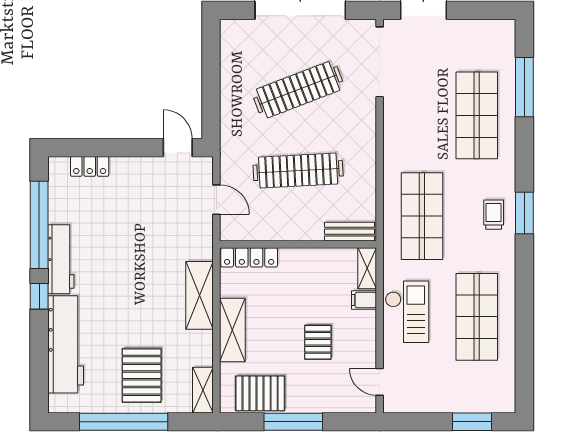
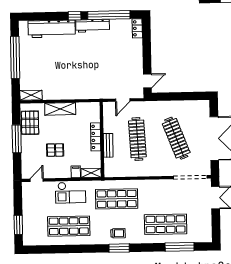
locker: (90, 166) -> (137, 28), moved
bench: (349, 232) -> (108, 145), moved
locker: (249, 257) -> (96, 137), moved
shelving: (200, 295) -> (76, 93), removed
pallet: (142, 375) -> (38, 66), removed

